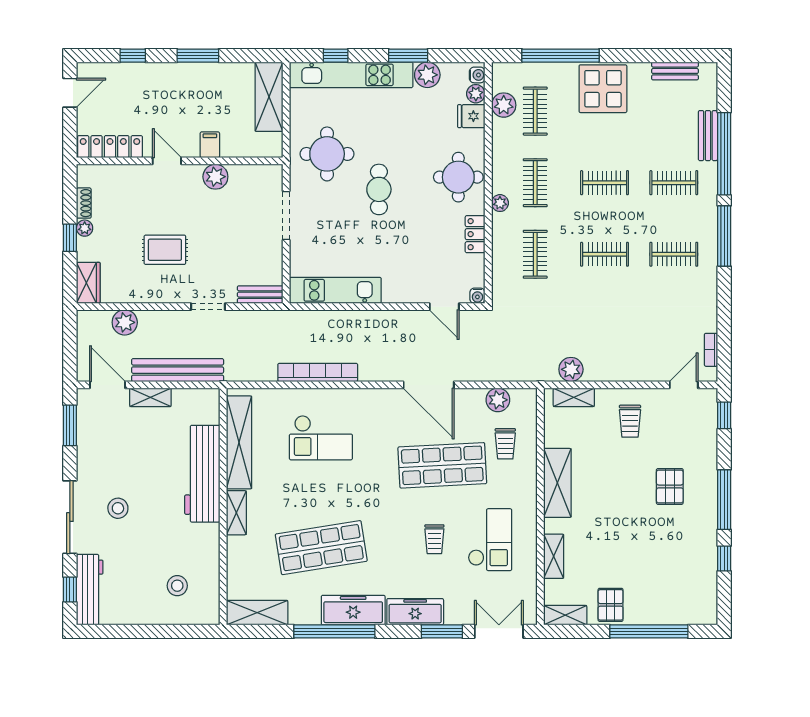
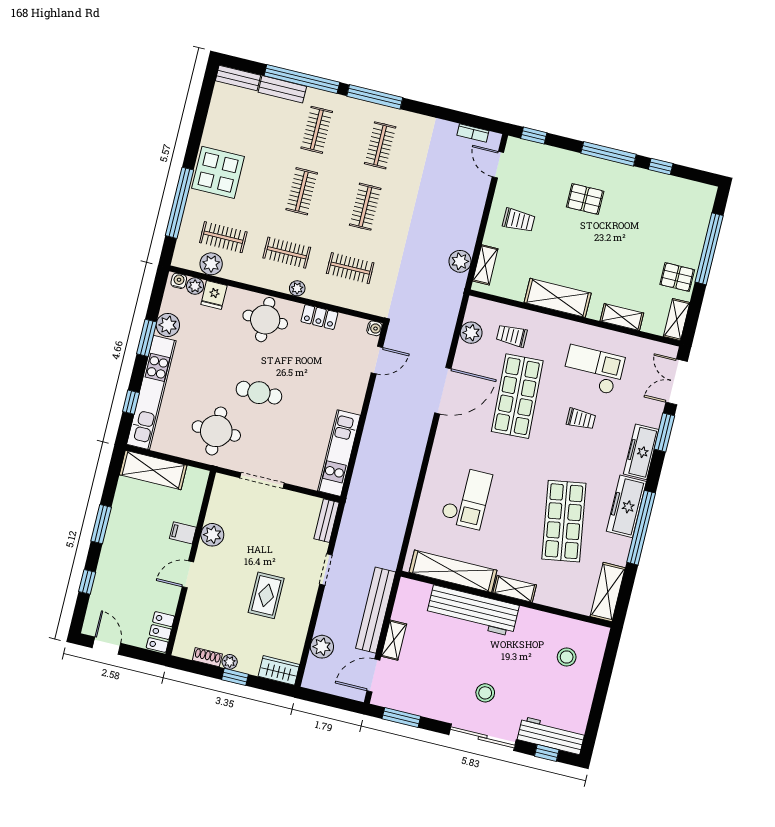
bench: (675, 71) -> (238, 78), moved, turned 90
locker: (110, 147) -> (160, 632), width x0.66
bookcase: (318, 372) -> (408, 486), removed
trolley: (505, 444) -> (512, 336), turned 180

